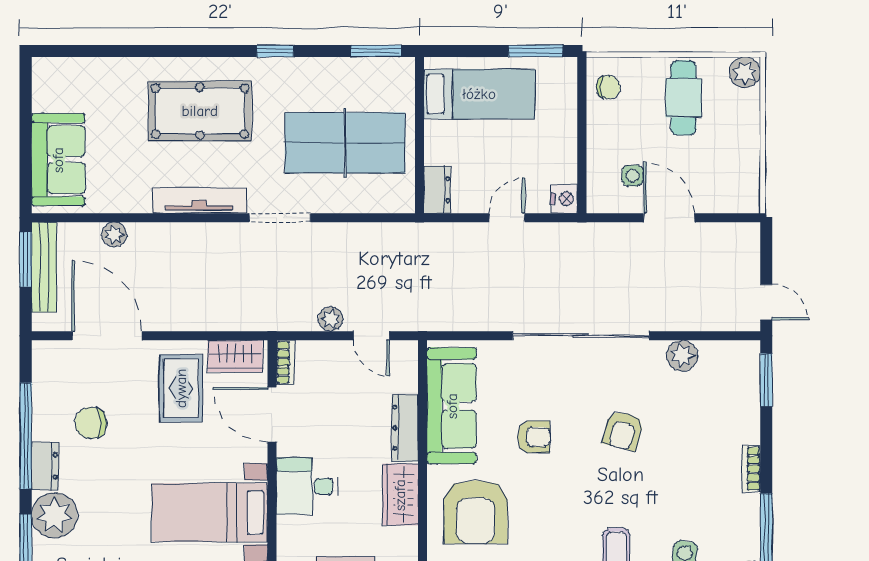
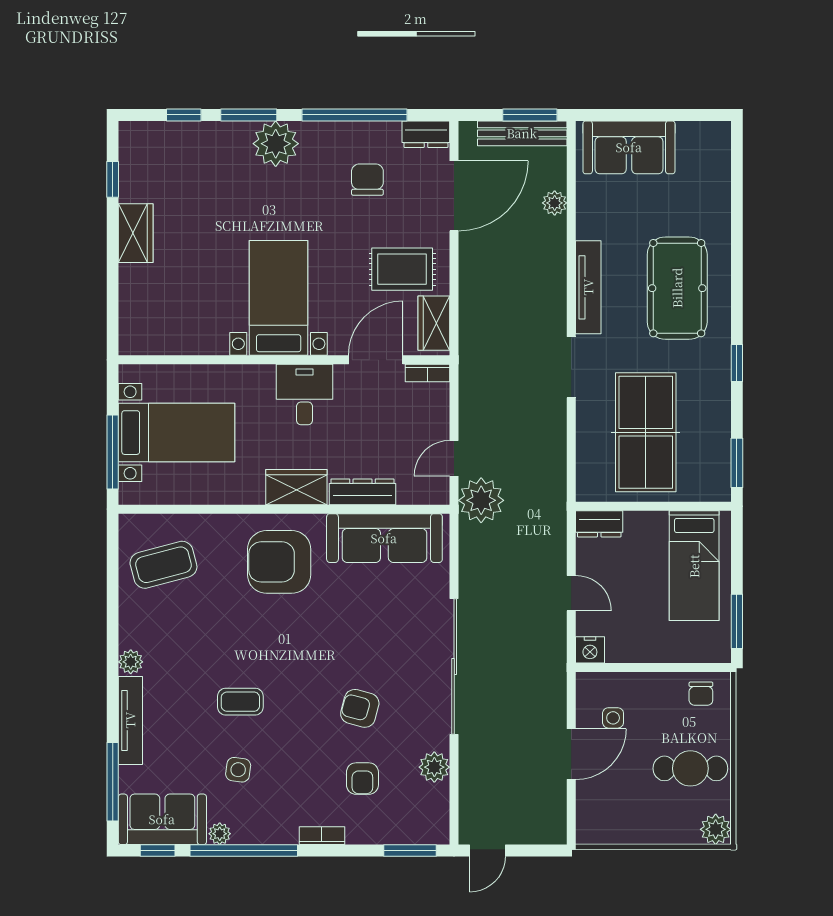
plant: (331, 319) -> (481, 500), moved, width x1.88, depth x1.88
armchair: (534, 437) -> (362, 779), moved
dresser: (45, 466) -> (426, 134), moved

